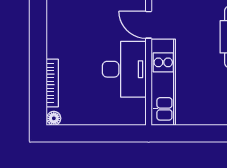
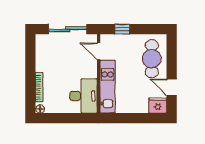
desk: (124, 69) -> (83, 96), moved

